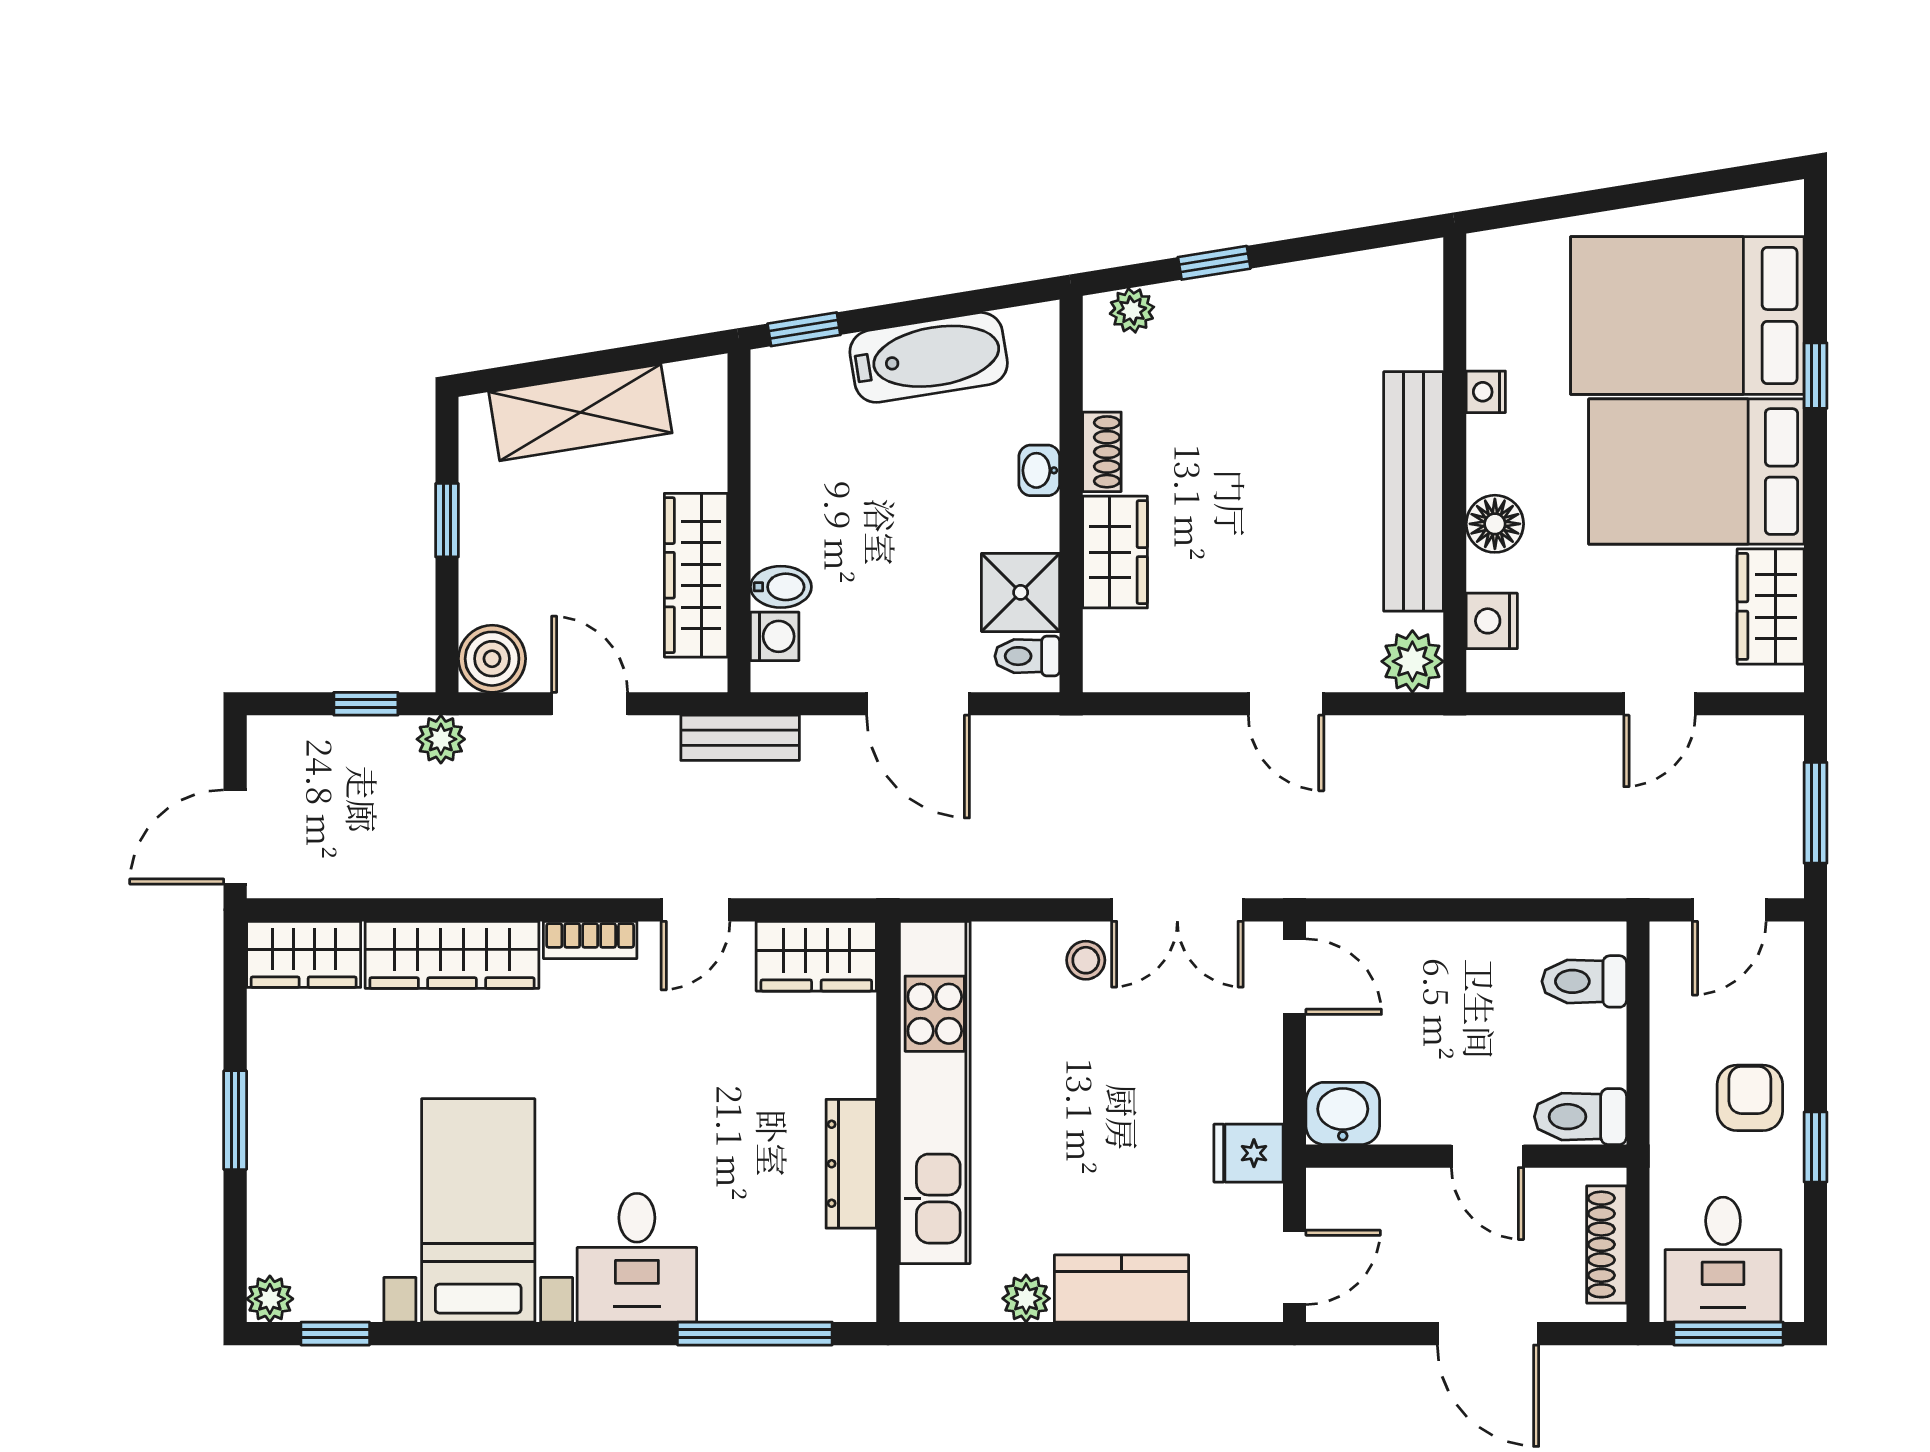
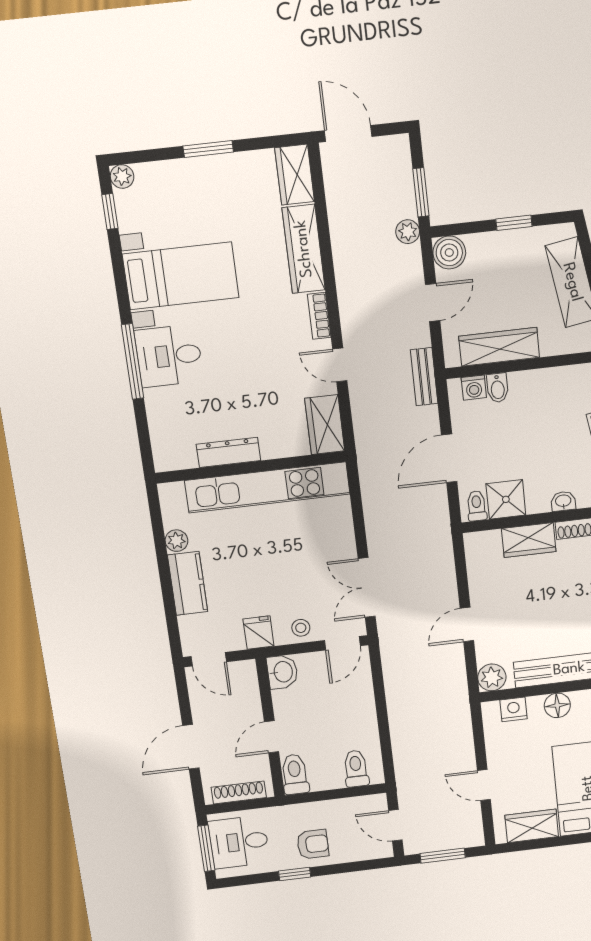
window: (366, 704) -> (421, 192), width x1.50
stool: (1086, 960) -> (301, 628), moved
window: (755, 1334) -> (133, 362), moved

